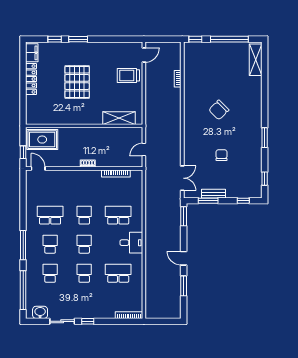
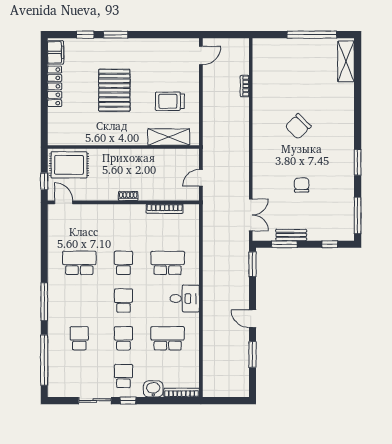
window: (195, 39) -> (268, 35), removed
trolley: (128, 75) -> (170, 101), moved
window: (265, 179) -> (358, 215), width x2.17
school desk: (50, 244) -> (123, 376), moved
washbasin: (40, 312) -> (153, 389), moved

